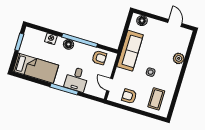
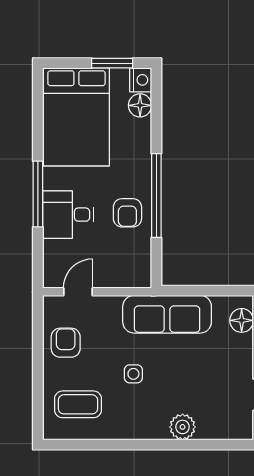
nightstand: (51, 39) -> (141, 80), moved
floor lamp: (68, 44) -> (140, 105), moved
armchair: (99, 58) -> (127, 213), moved
bed: (36, 68) -> (76, 117), width x1.50

